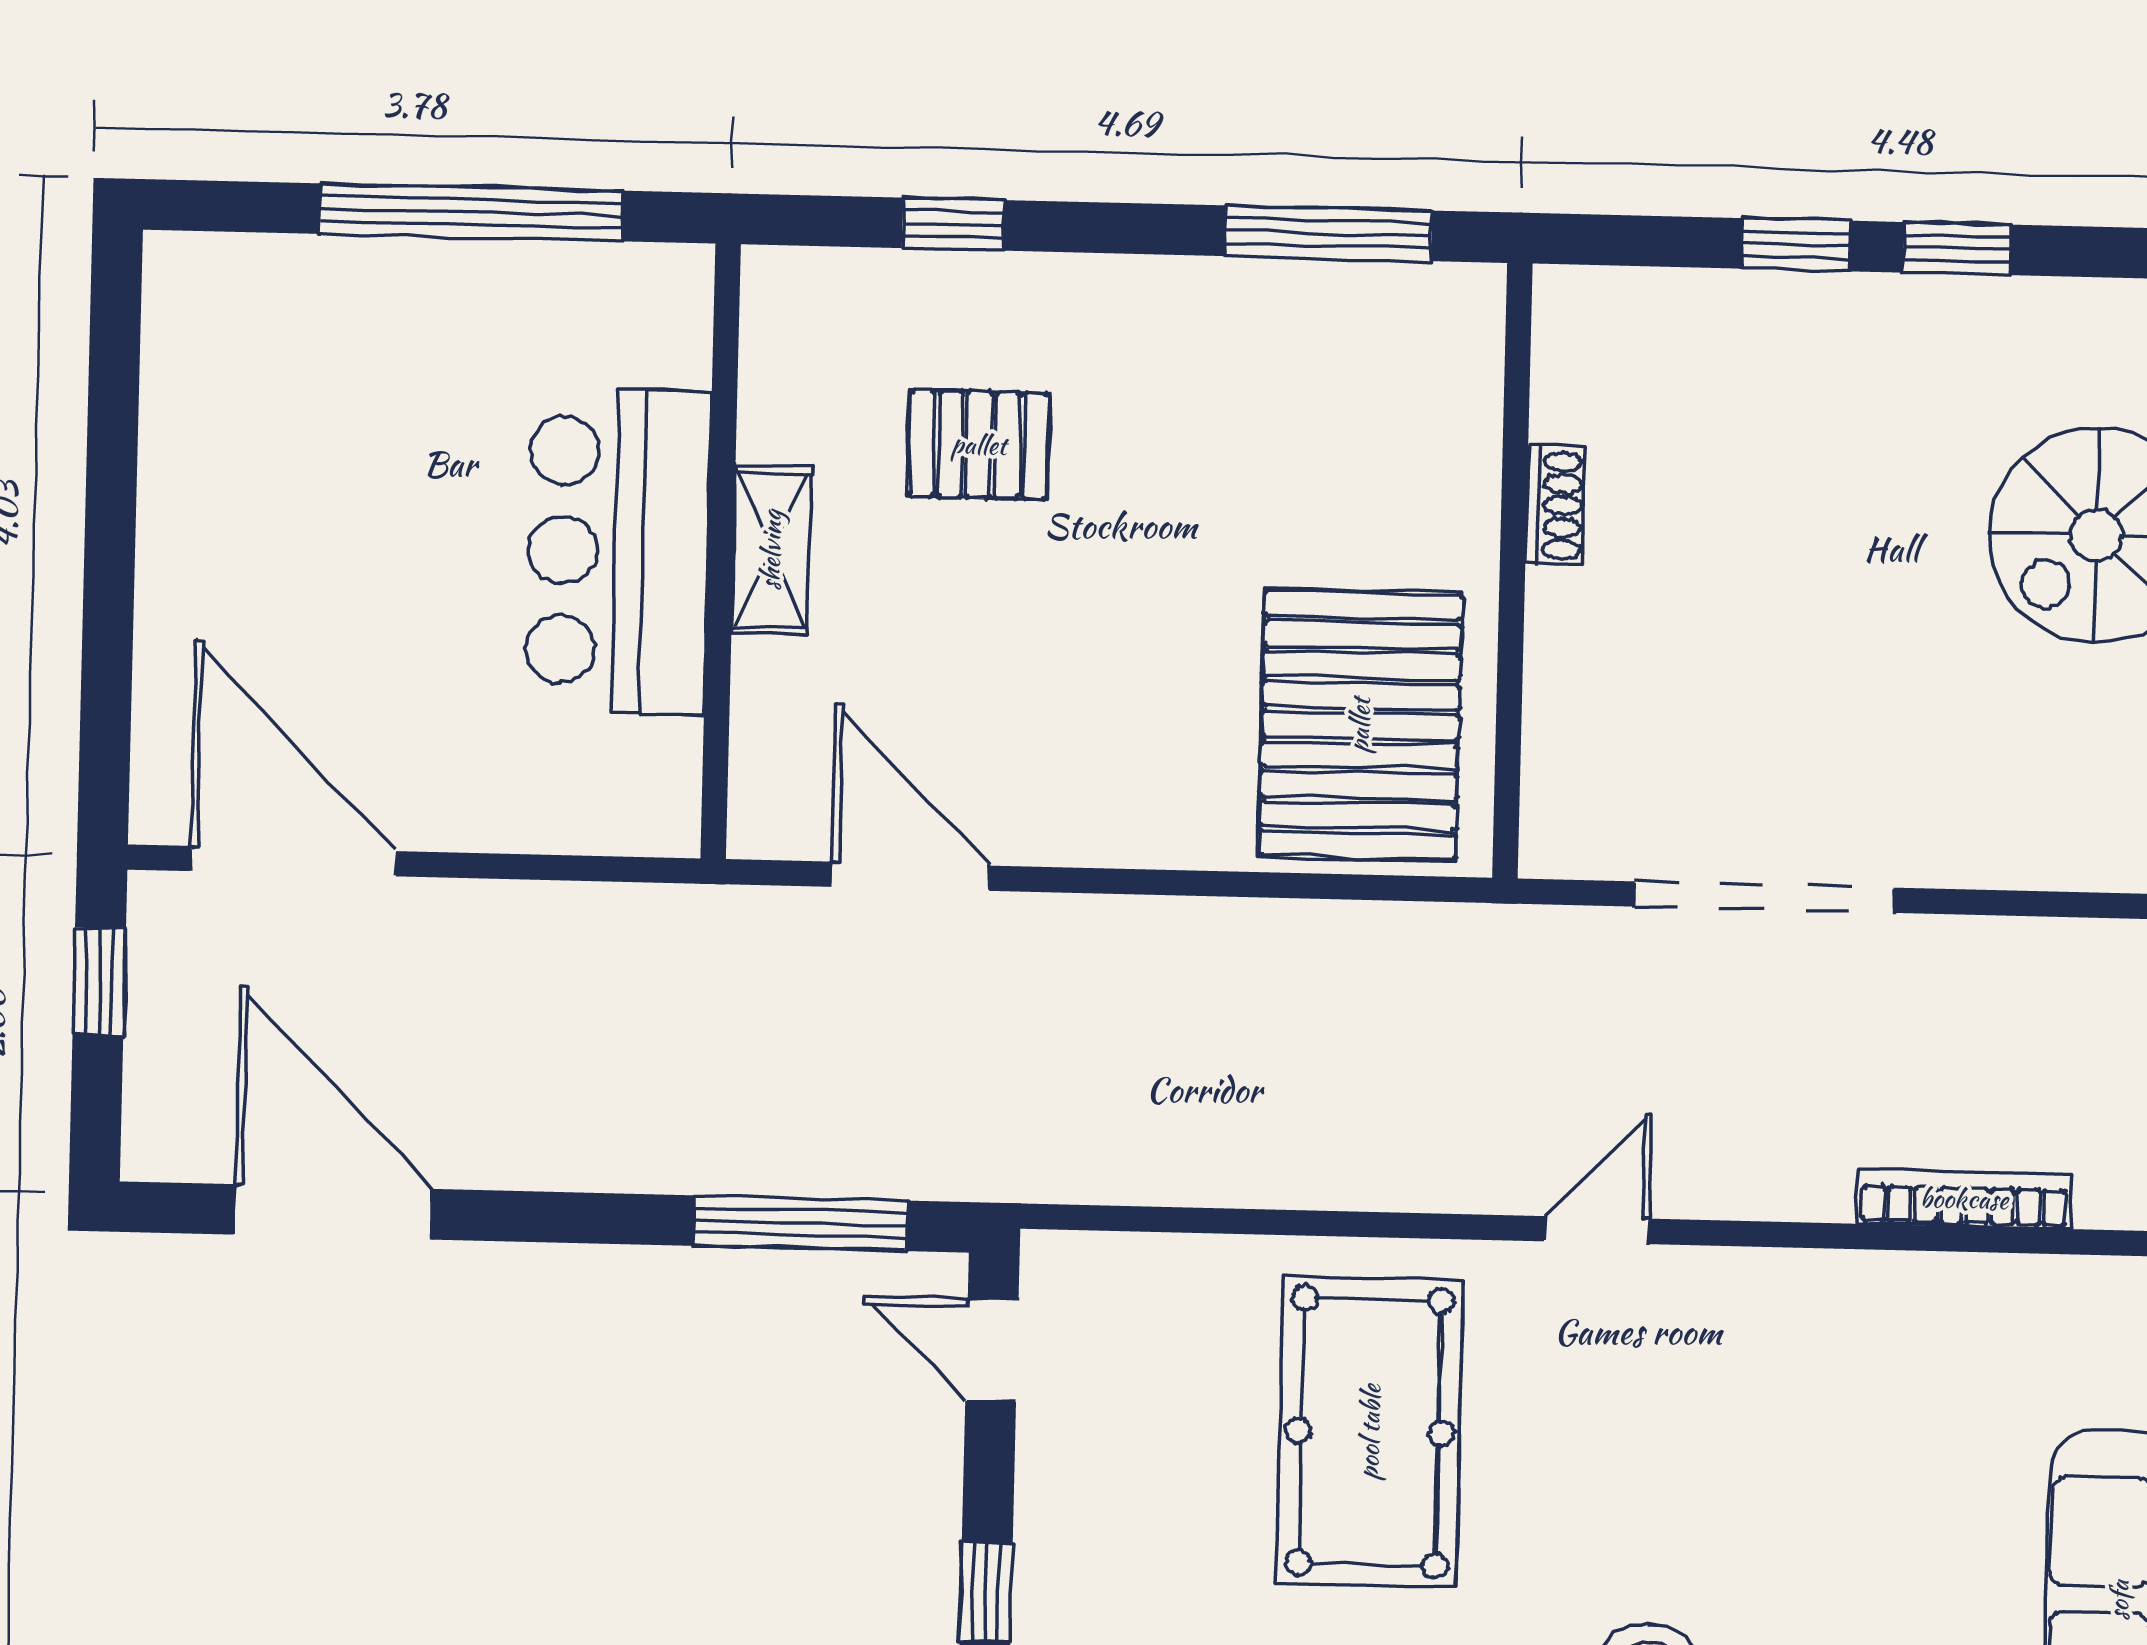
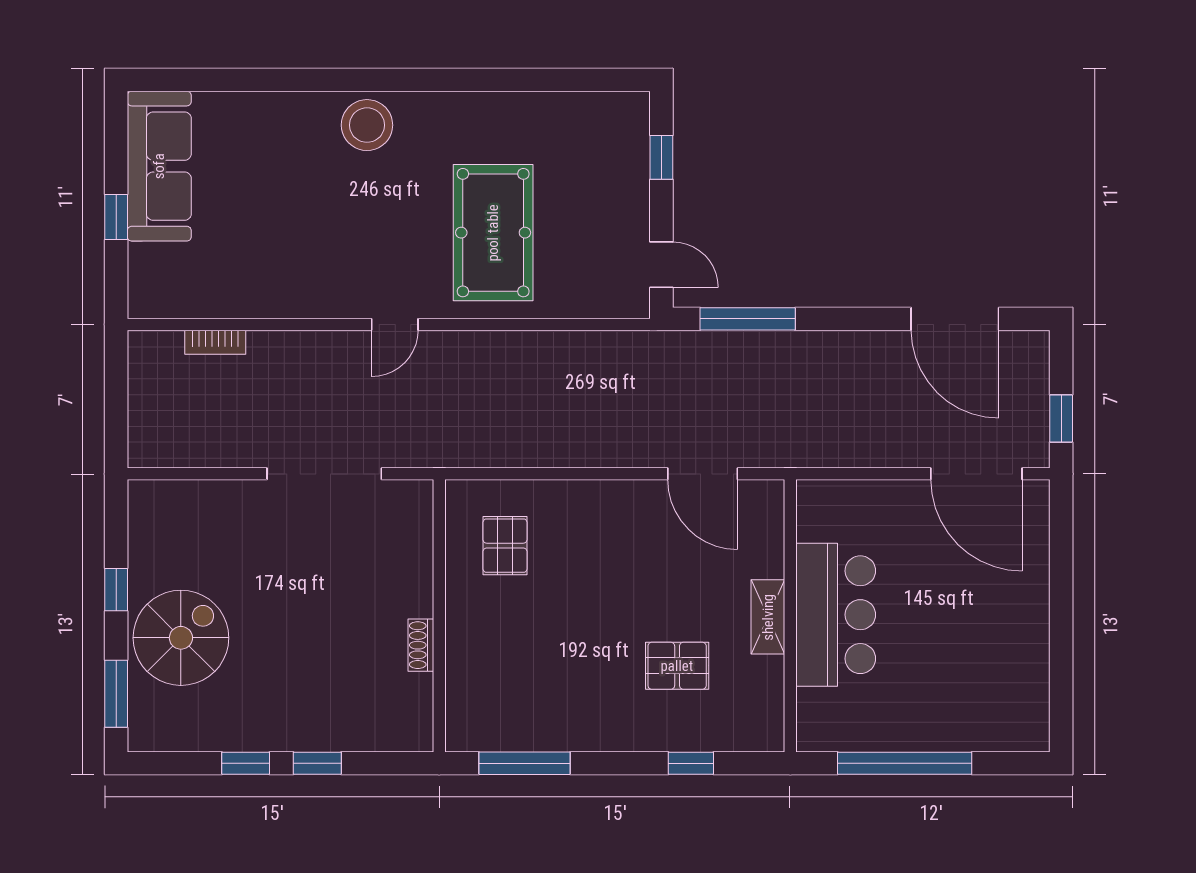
pallet: (1360, 725) -> (505, 546), width x0.49, depth x0.50
bookcase: (1964, 1199) -> (215, 342), width x0.64

